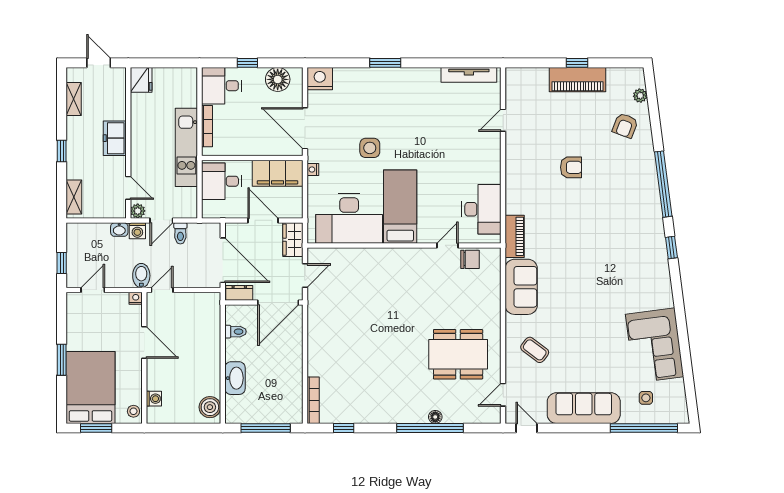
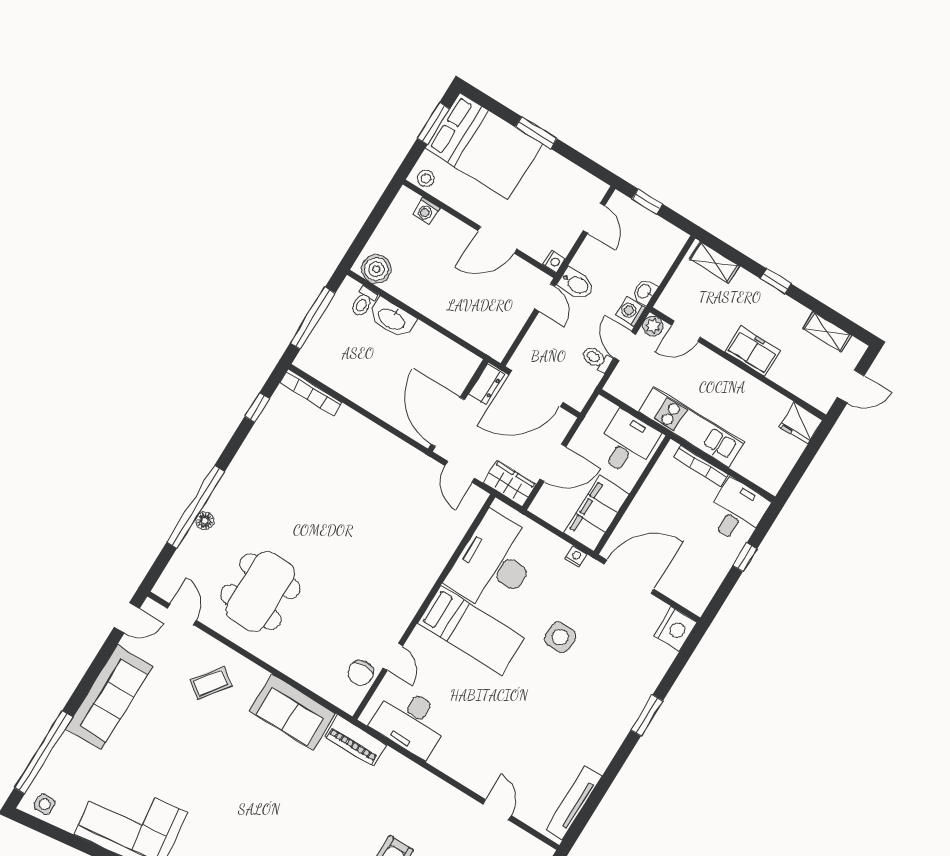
floor lamp: (278, 79) -> (704, 580), removed
toilet: (236, 332) -> (363, 302), moved
side table: (646, 398) -> (45, 804), moved

